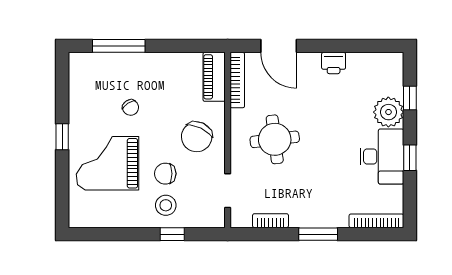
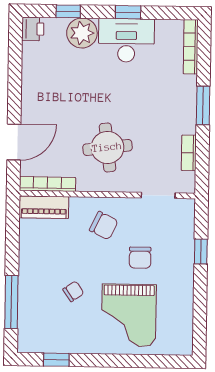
printer: (334, 63) -> (33, 29), moved
window: (62, 137) -> (56, 360), moved
chair: (197, 137) -> (104, 226), width x0.73, depth x0.73
stool: (166, 205) -> (172, 258), removed

